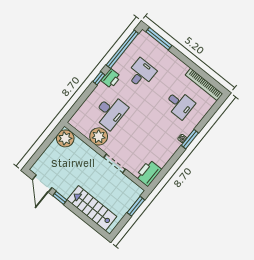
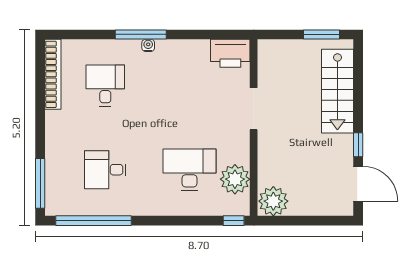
window: (99, 78) -> (234, 221), moved
printer: (111, 78) -> (145, 205), removed
plant: (99, 136) -> (235, 179), moved
window: (190, 139) -> (141, 34), width x1.44
door: (42, 184) -> (358, 184), hinge flipped
window: (136, 206) -> (322, 34), moved

